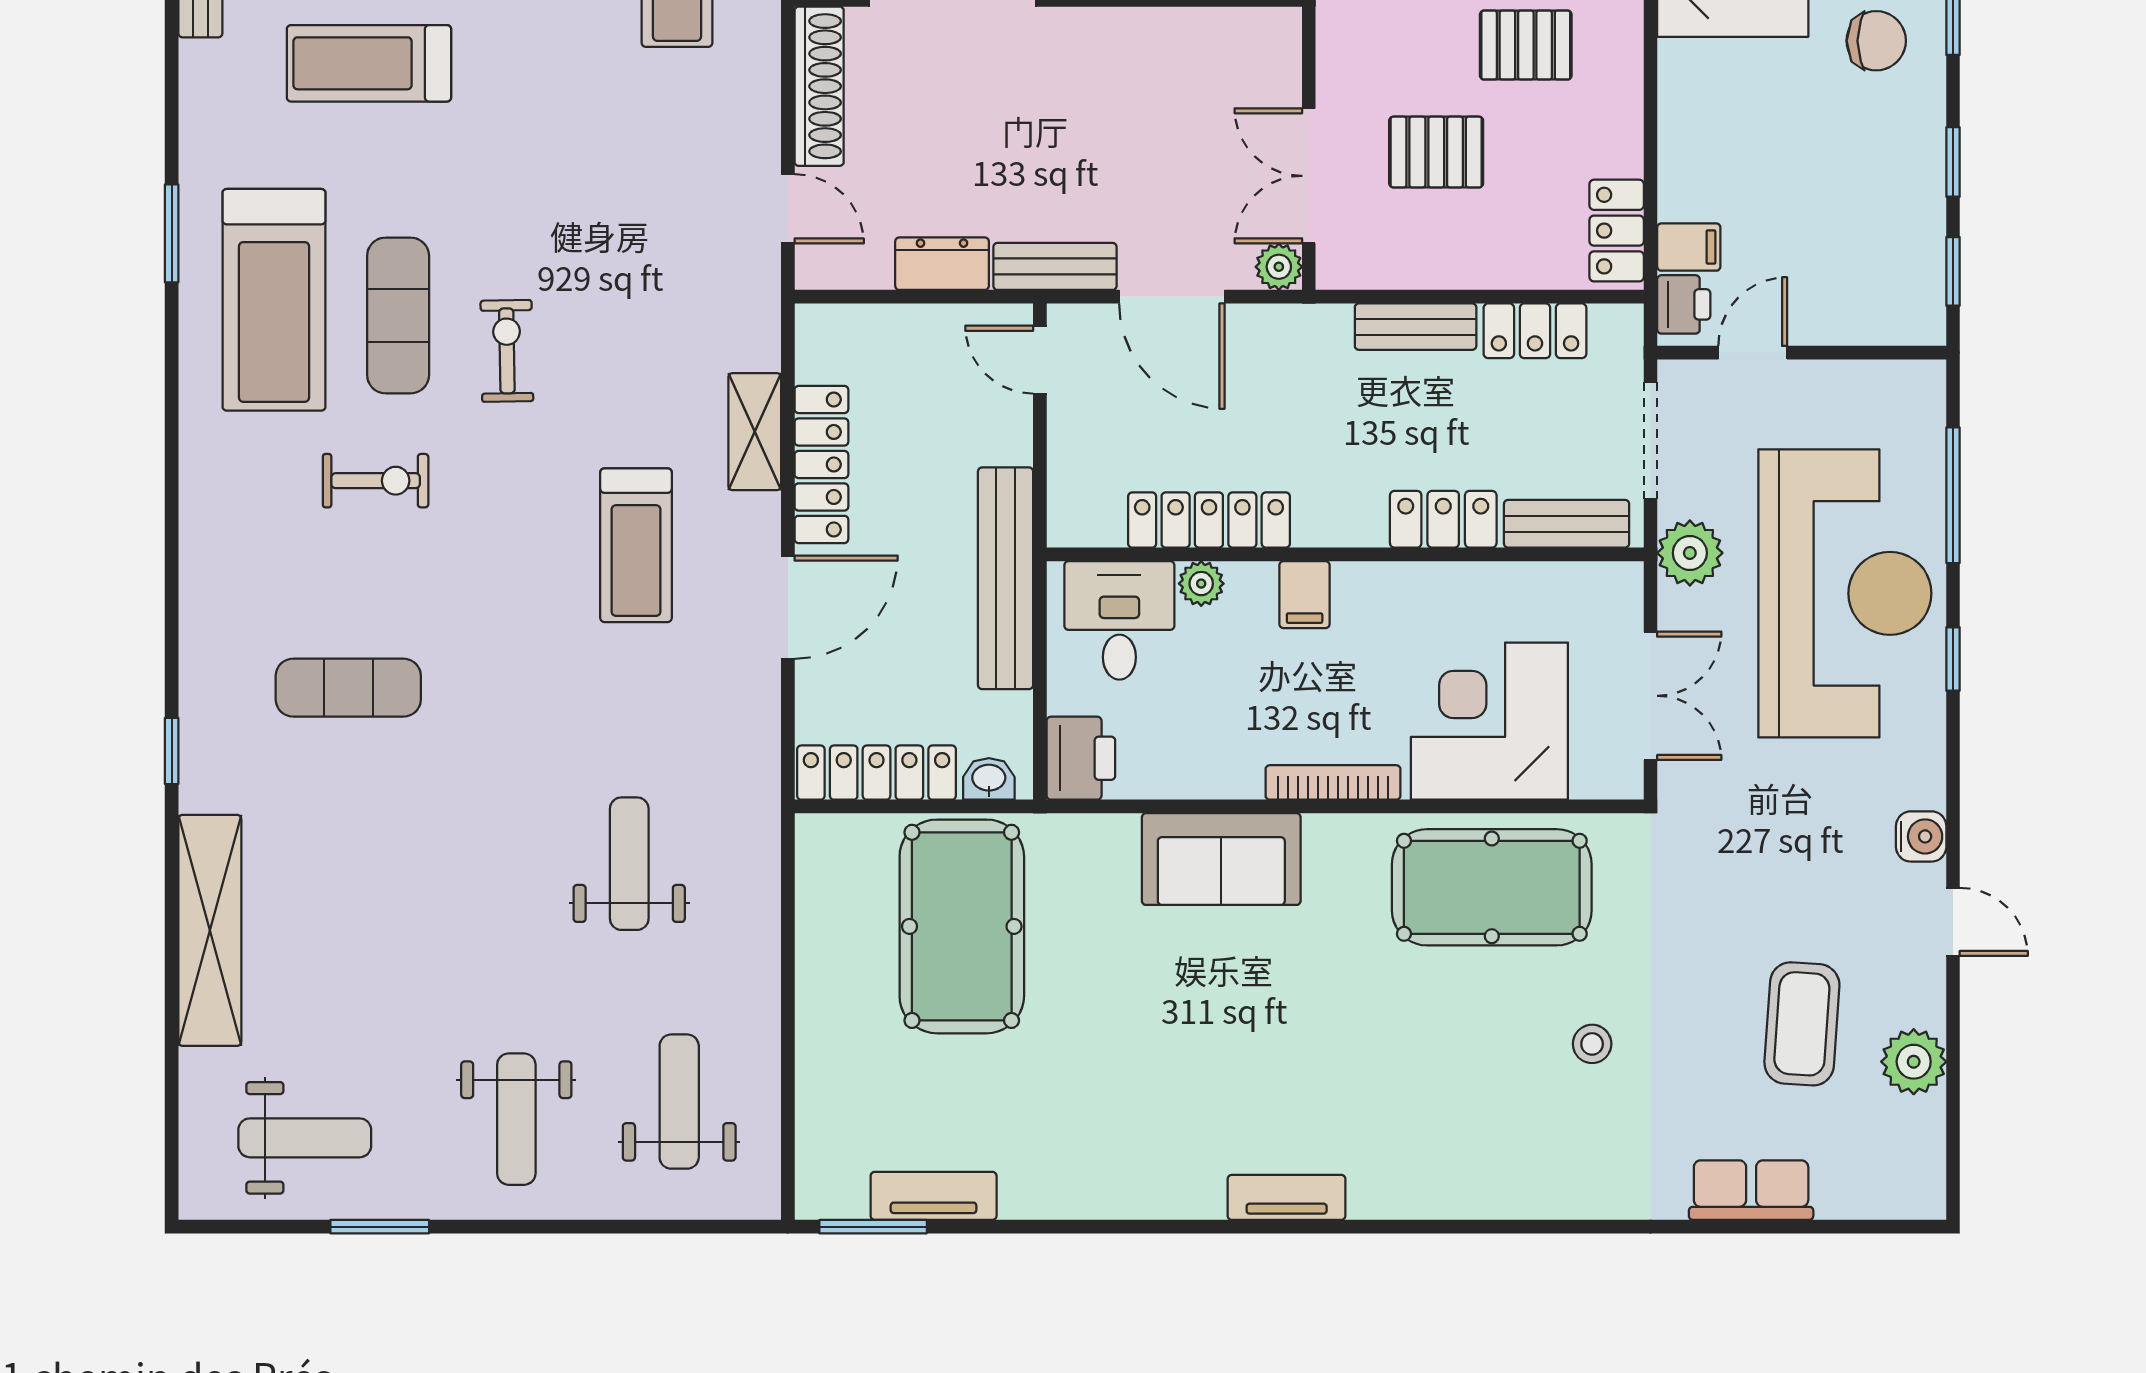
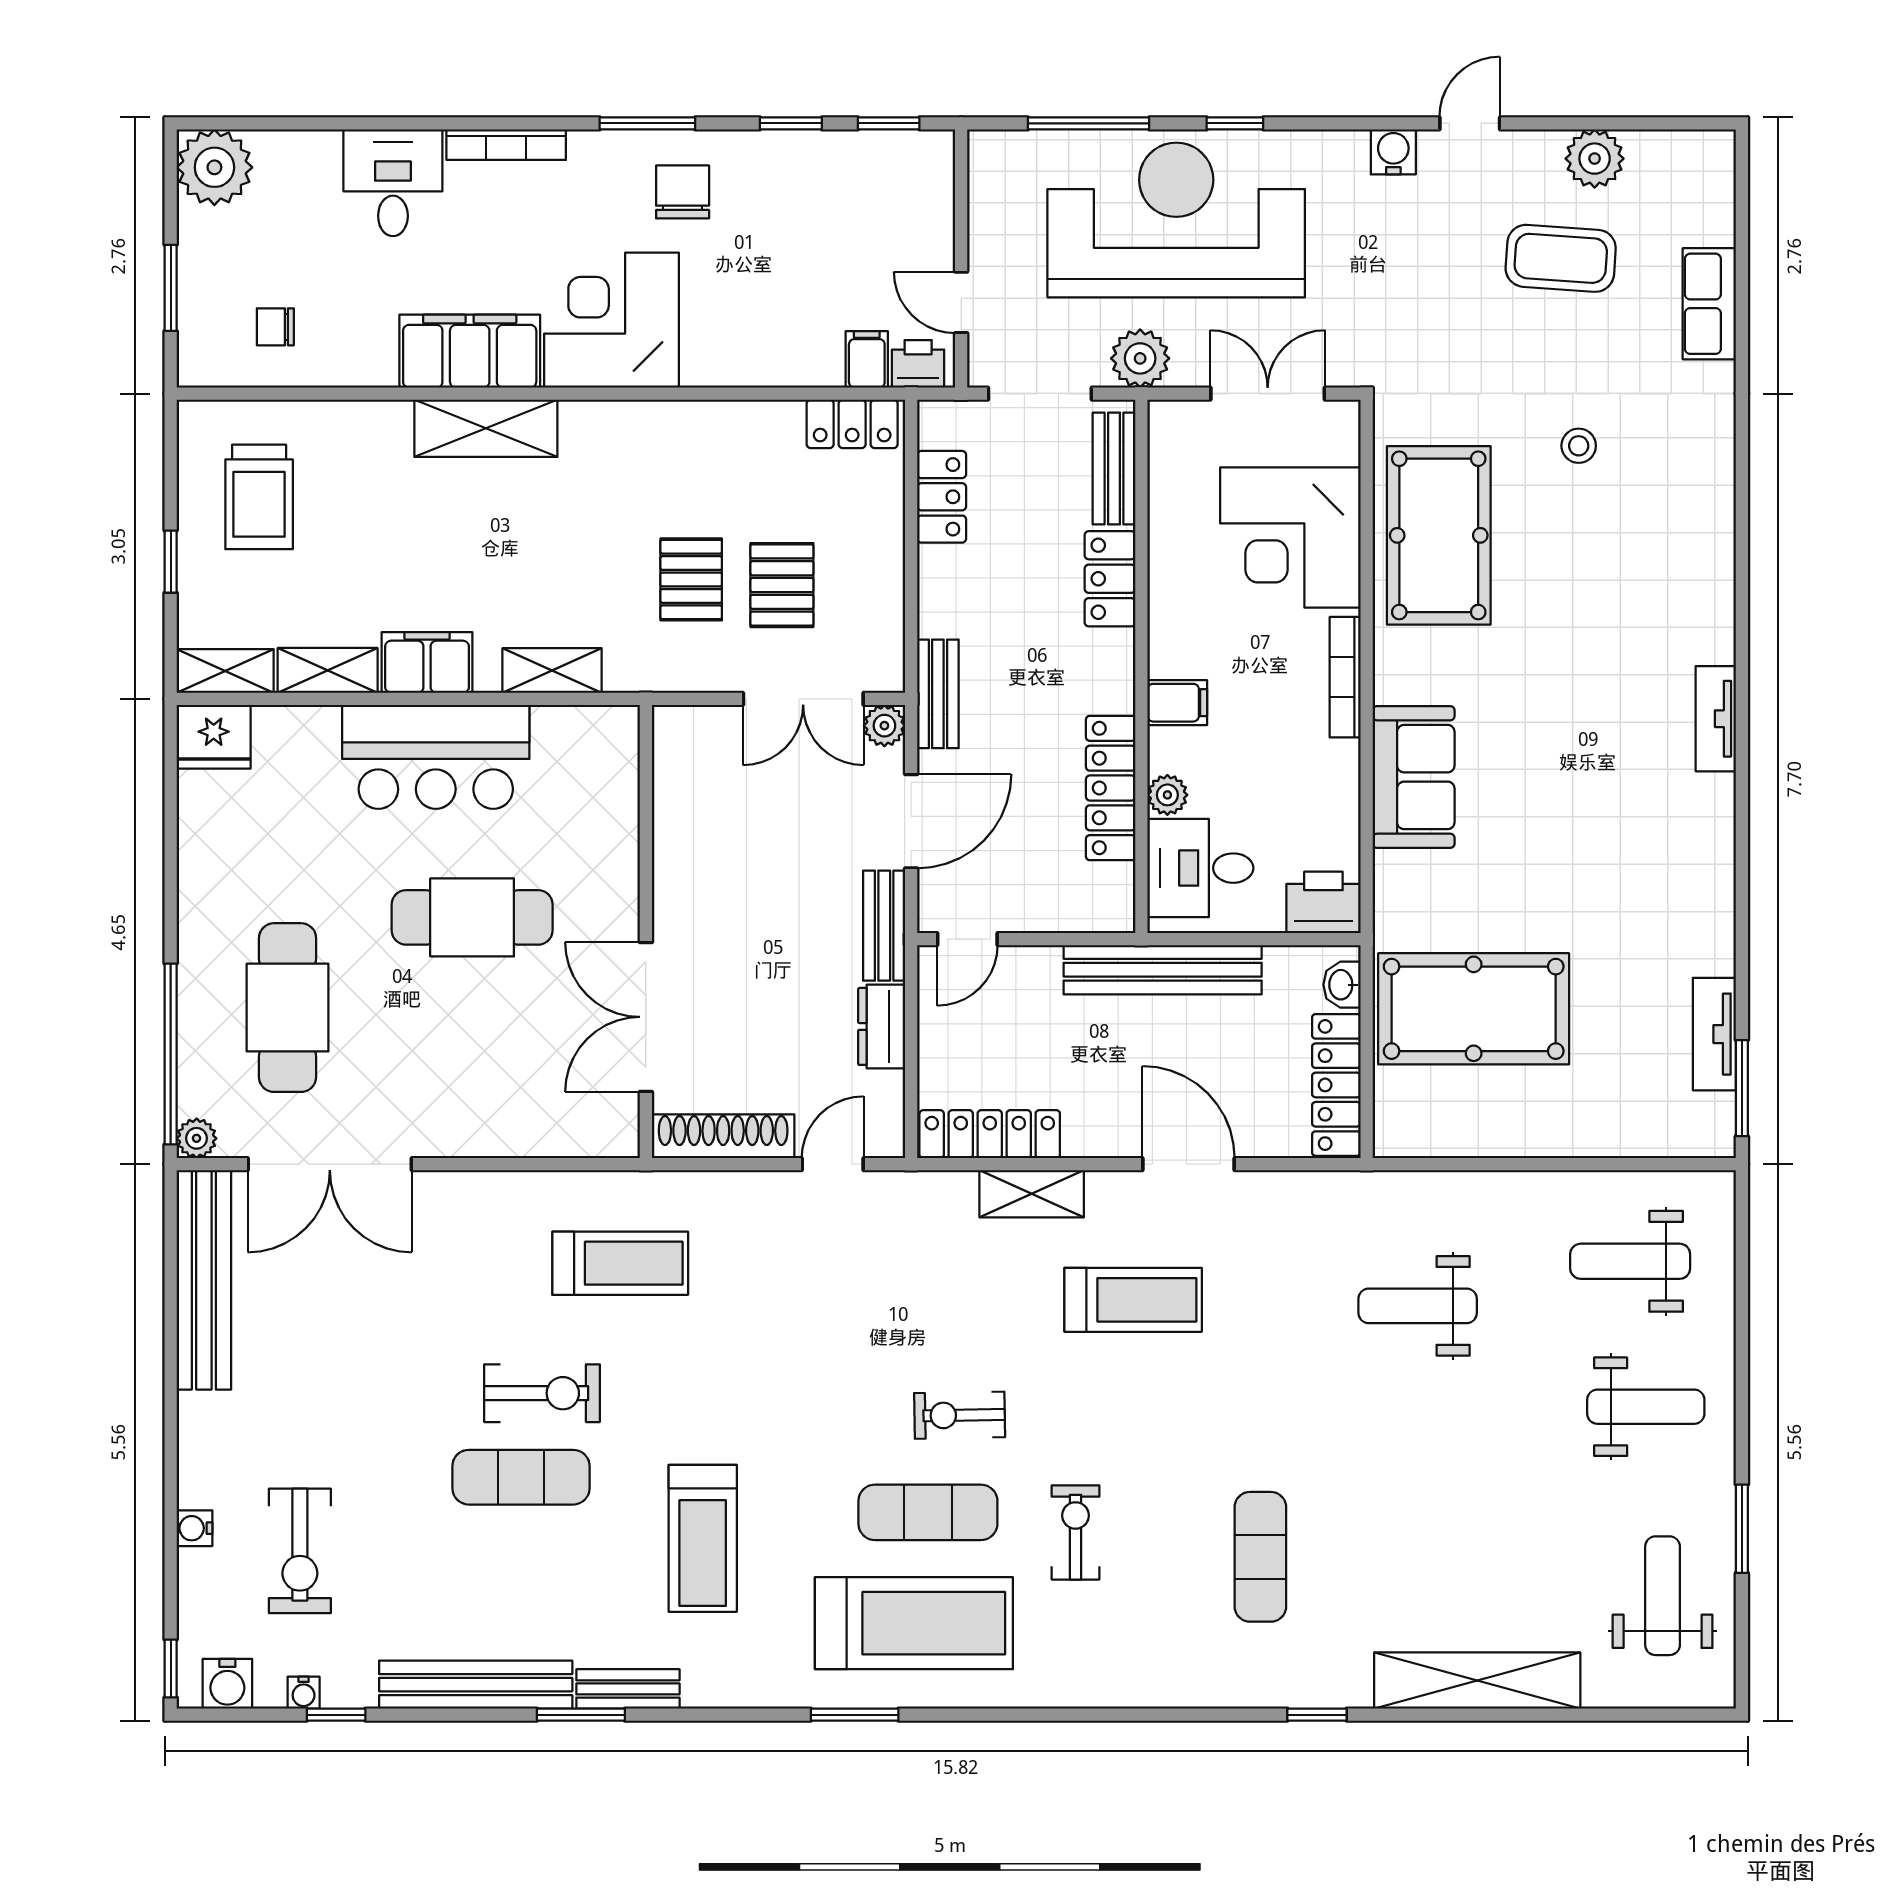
pallet: (1526, 45) -> (691, 579), moved
bench: (1416, 327) -> (938, 694), moved
locker: (821, 464) -> (990, 1134), moved

